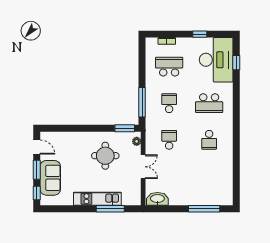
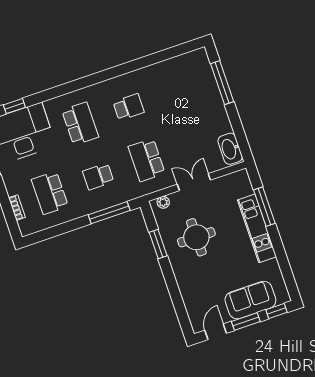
window: (125, 128) -> (158, 244), moved
school desk: (169, 140) -> (147, 160), width x1.85

